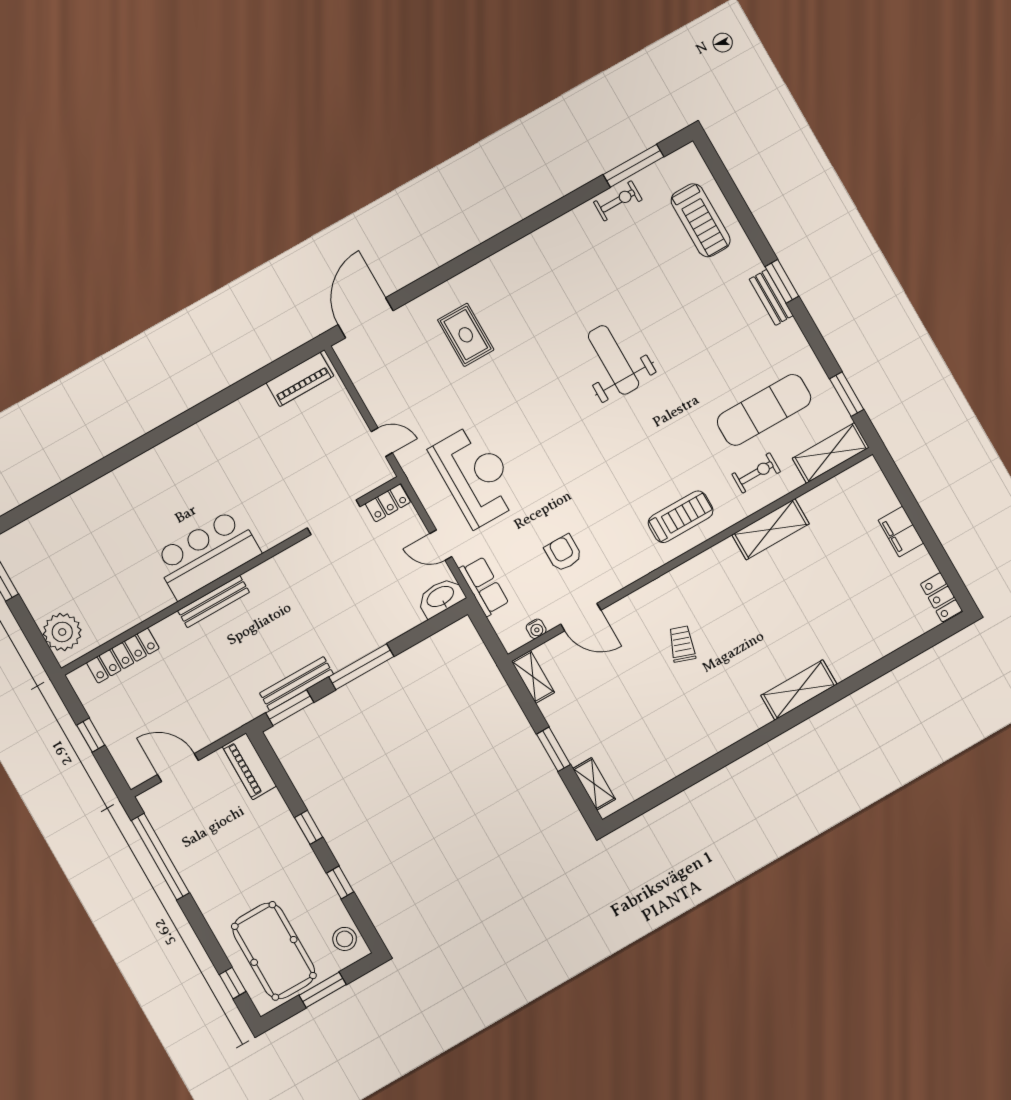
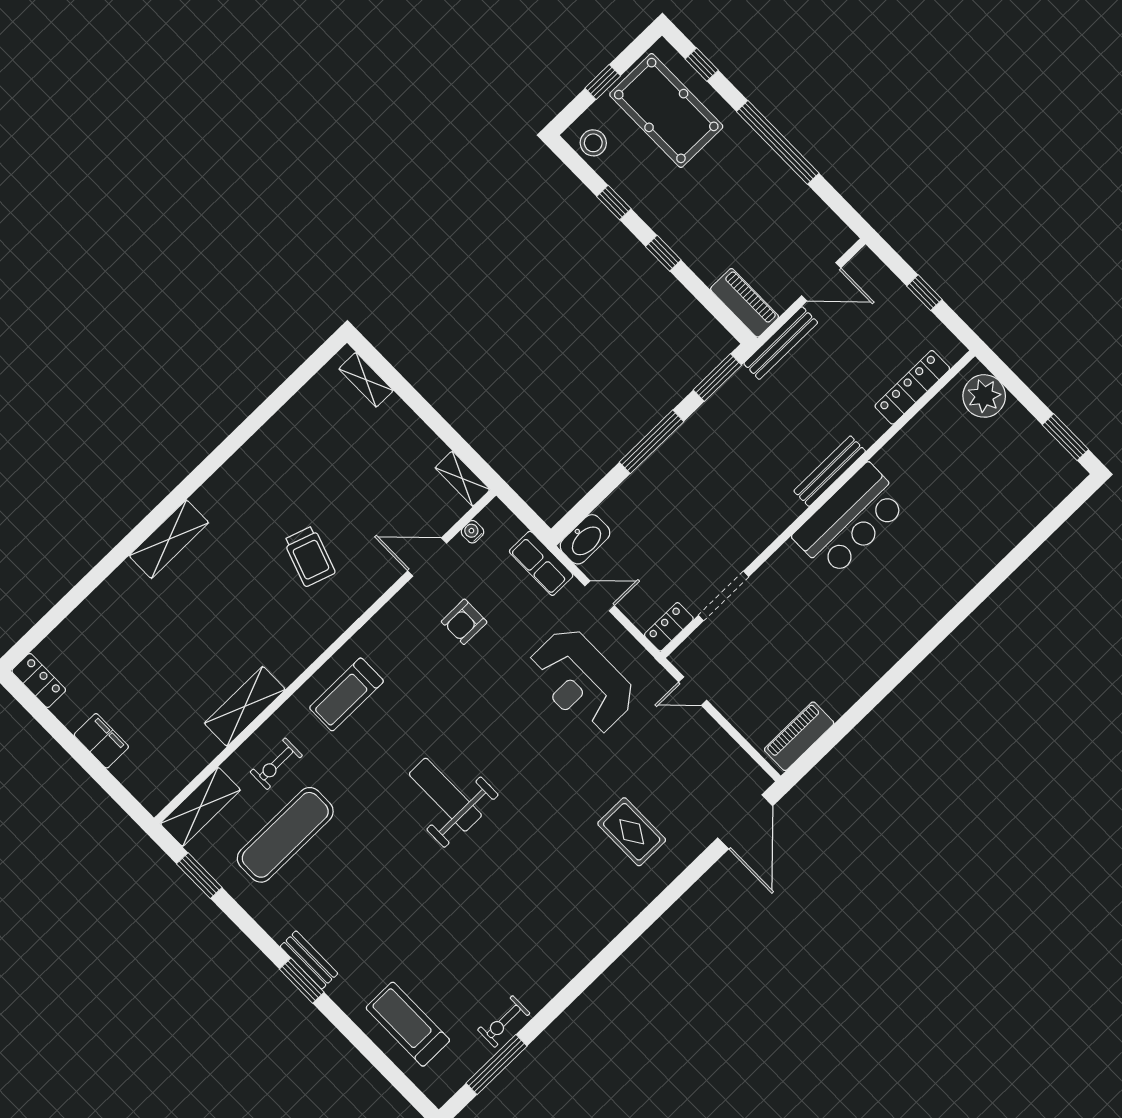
weight bench: (614, 360) -> (445, 795), moved, turned 180
armchair: (563, 553) -> (464, 622), turned 90
trolley: (682, 644) -> (309, 556), width x1.36, depth x1.39
bench: (297, 684) -> (781, 343), moved
window: (553, 749) -> (420, 406), removed
window: (160, 857) -> (778, 142), moved
window: (323, 990) -> (603, 82), width x0.67

